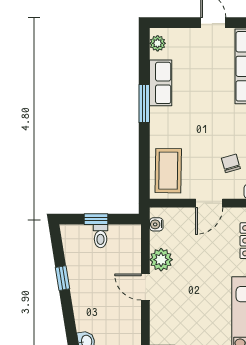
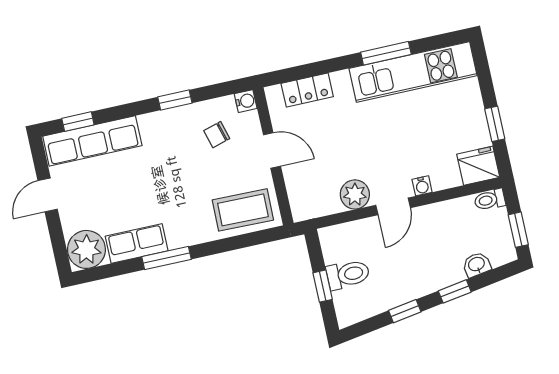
plant: (158, 43) -> (86, 249), width x1.87, depth x1.87
water cooler: (156, 224) -> (422, 186), moved
toilet: (101, 236) -> (348, 274), width x1.37, depth x1.39
window: (69, 320) -> (455, 291), added

